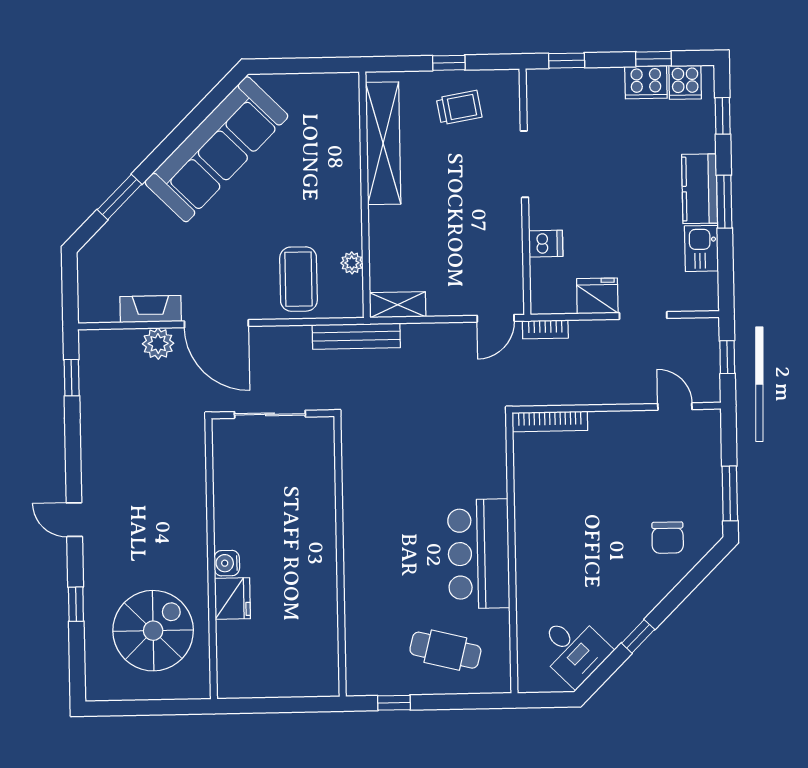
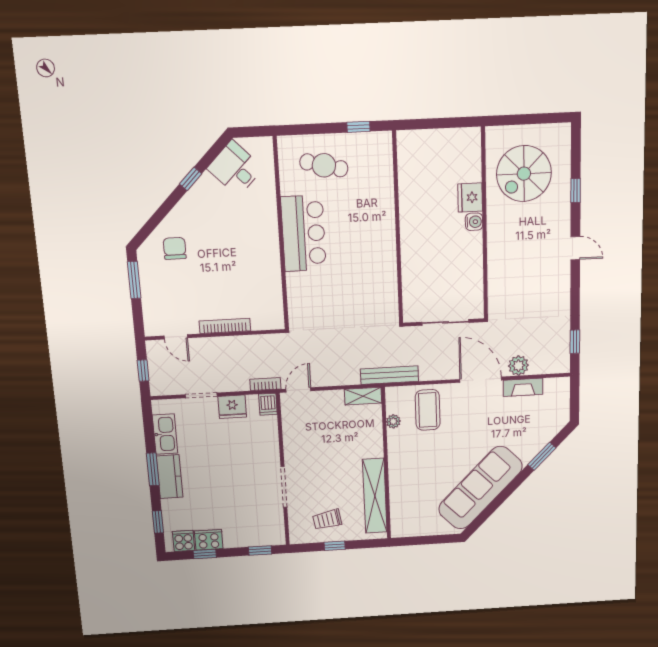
dishwasher: (546, 244) -> (268, 404), moved, turned -90
kitchen sink: (701, 248) -> (165, 434), width x1.38
bookcase: (550, 421) -> (225, 326), moved

